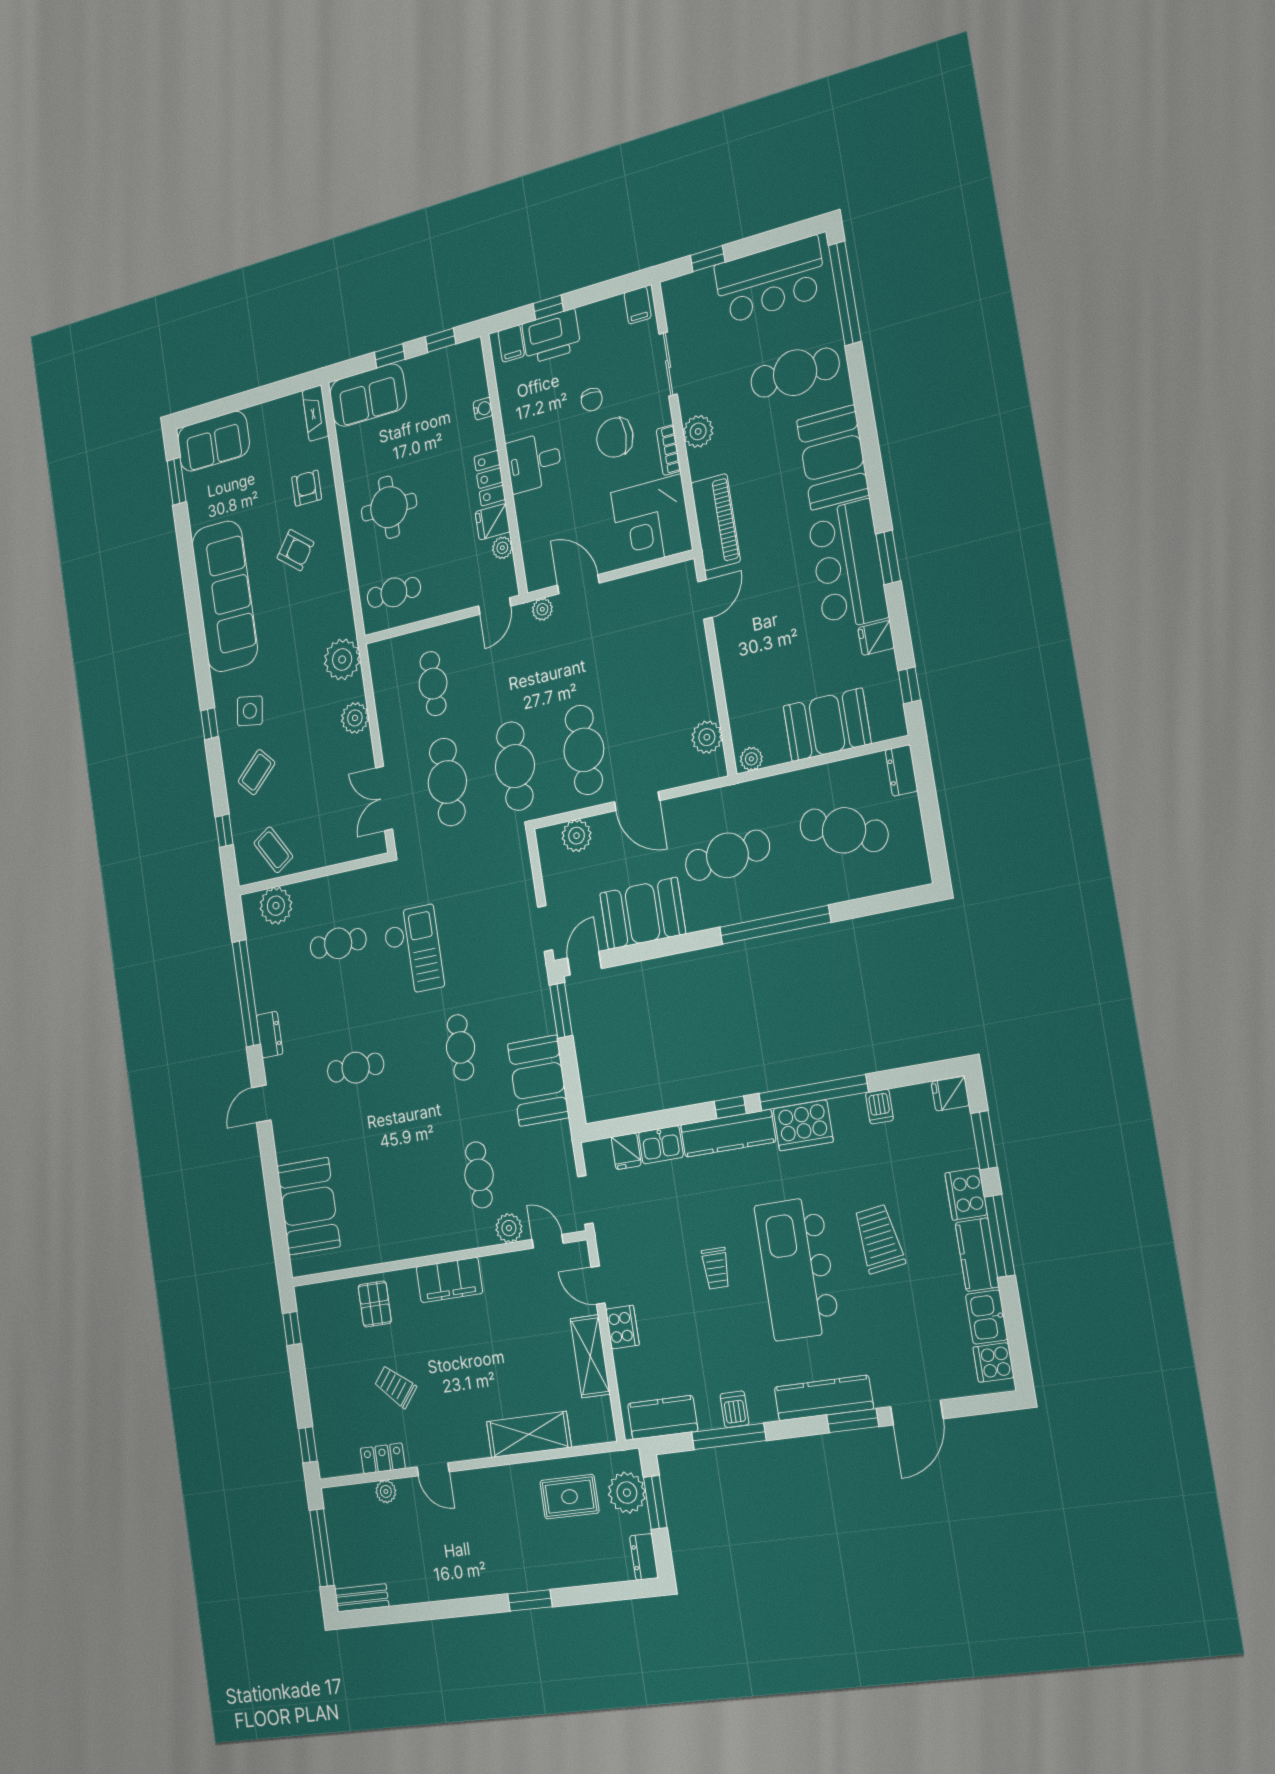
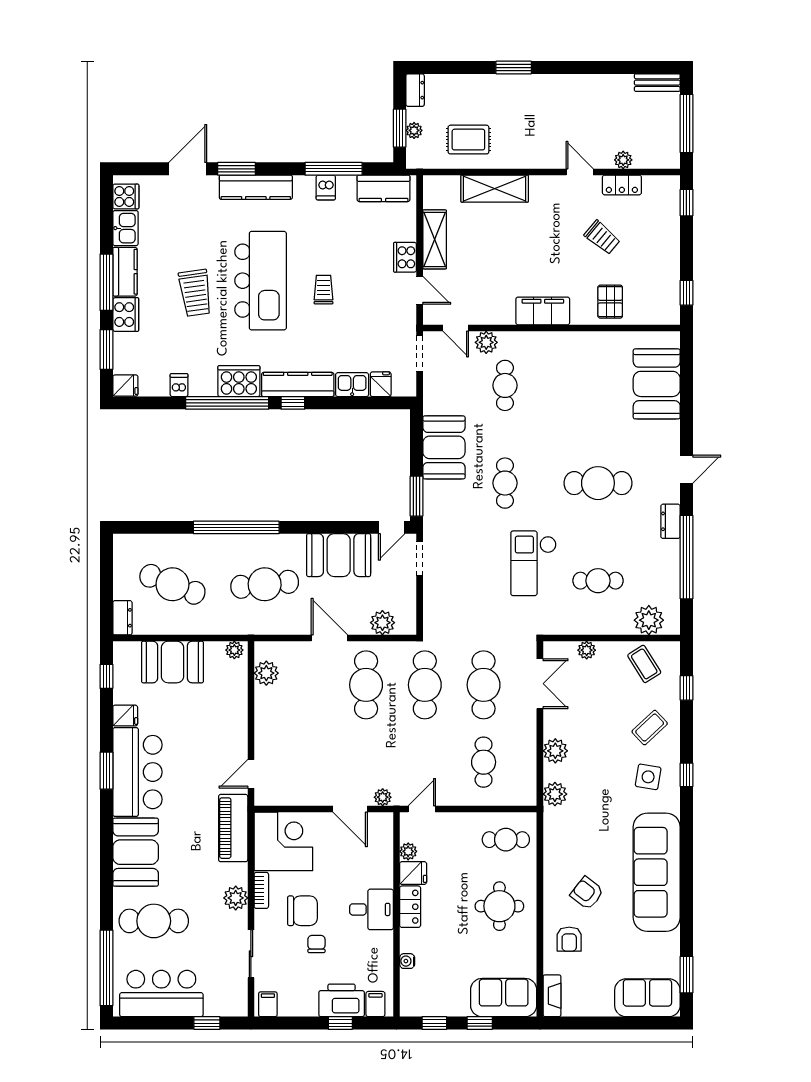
plant: (342, 659) -> (555, 794), width x0.73, depth x0.73
plant: (338, 853) -> (587, 650), added
cafe table: (356, 1068) -> (598, 483), width x1.37, depth x1.35
plant: (627, 1493) -> (414, 130), width x0.53, depth x0.53

